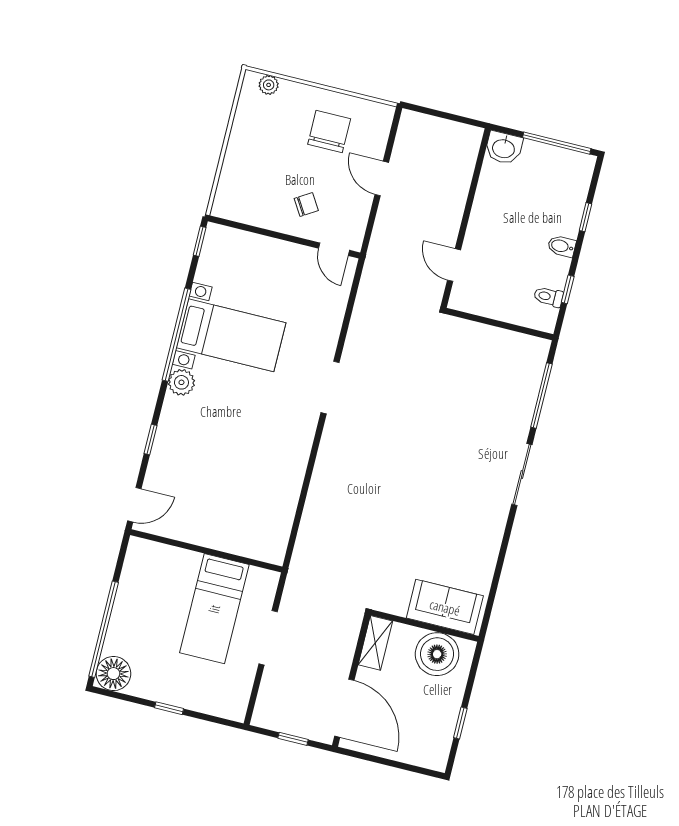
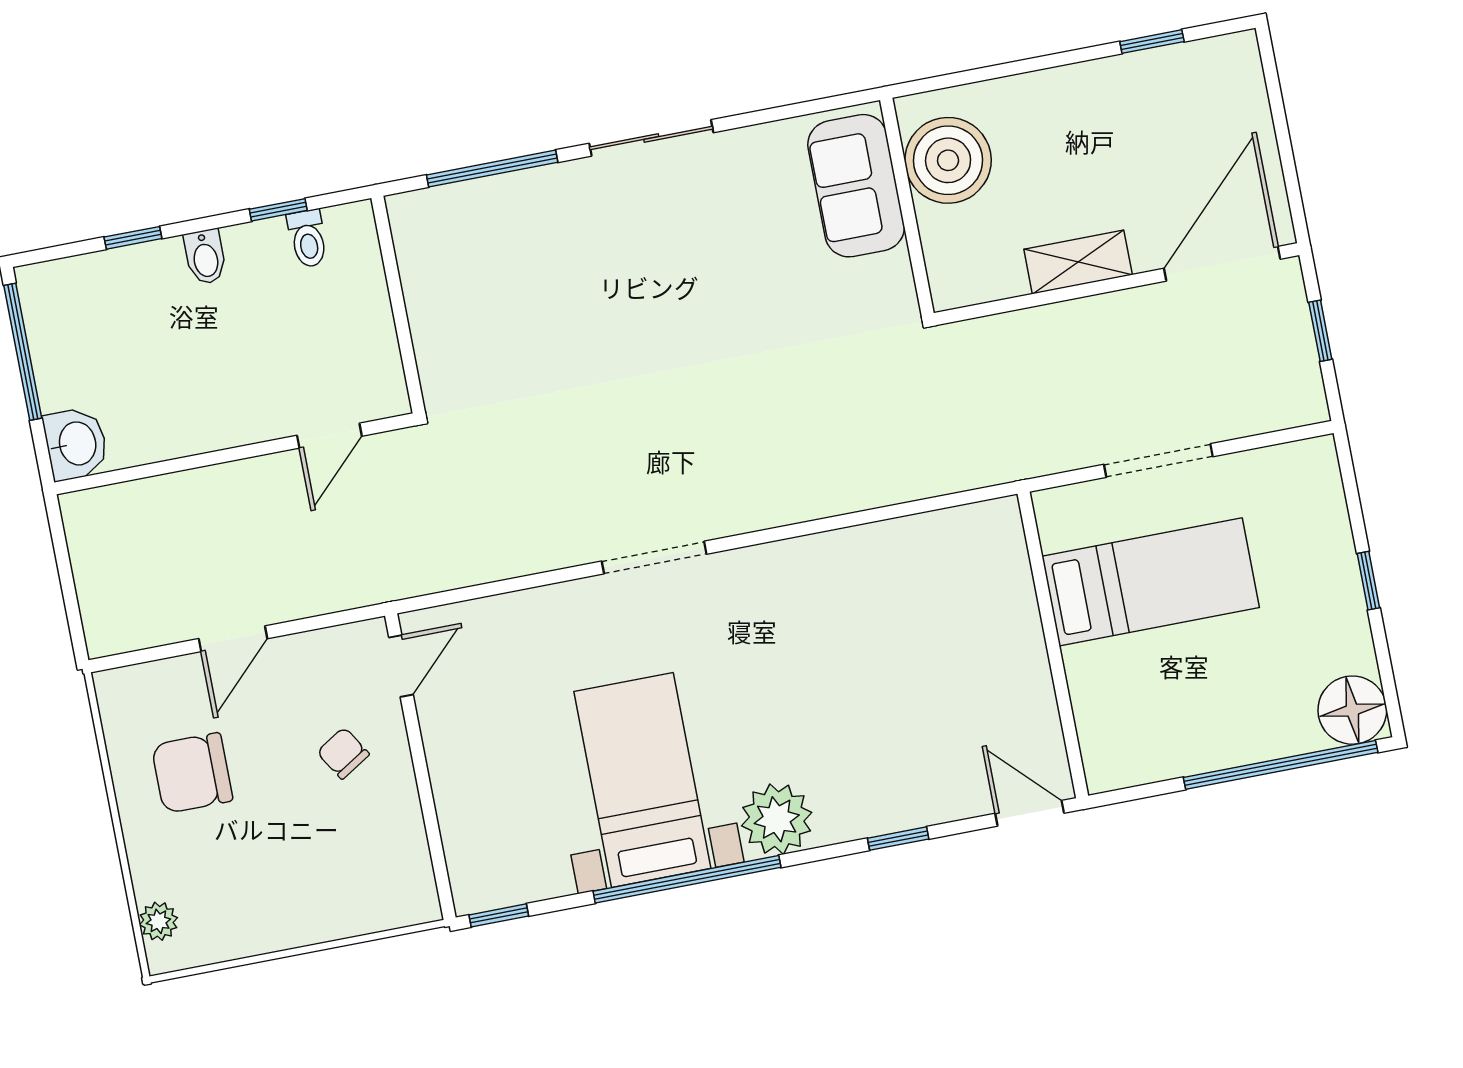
plant: (181, 382) -> (777, 819), width x1.36, depth x1.36
sofa: (445, 607) -> (856, 186), moved
wall: (425, 626) -> (907, 207), moved
boiler: (437, 654) -> (948, 160), moved

